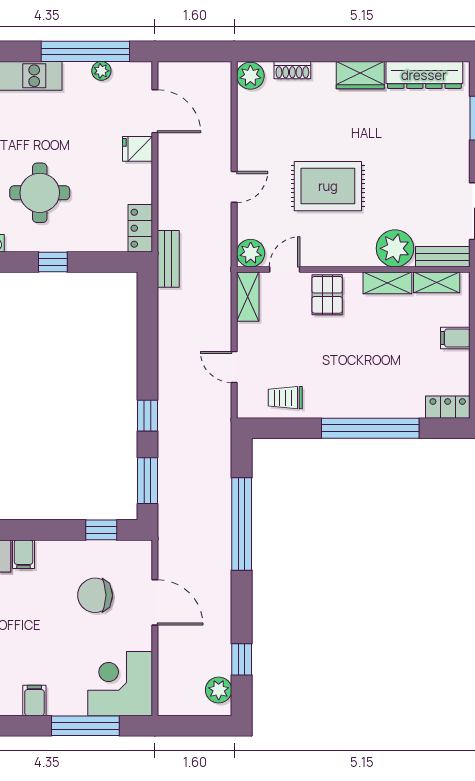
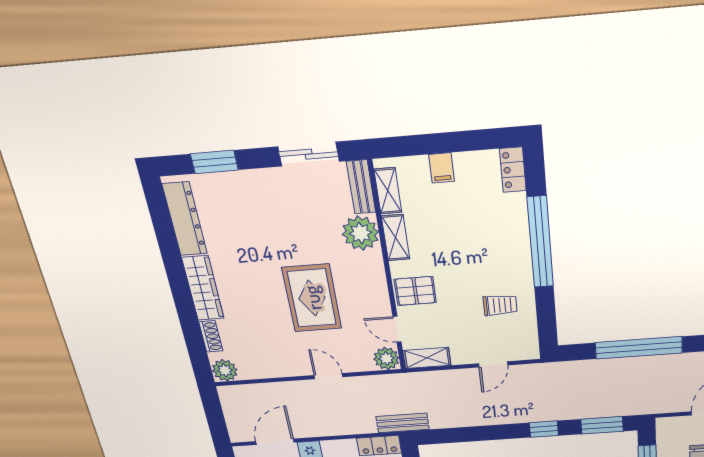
wardrobe: (360, 75) -> (203, 288), width x1.50
trolley: (285, 398) -> (500, 305), moved, turned -90

